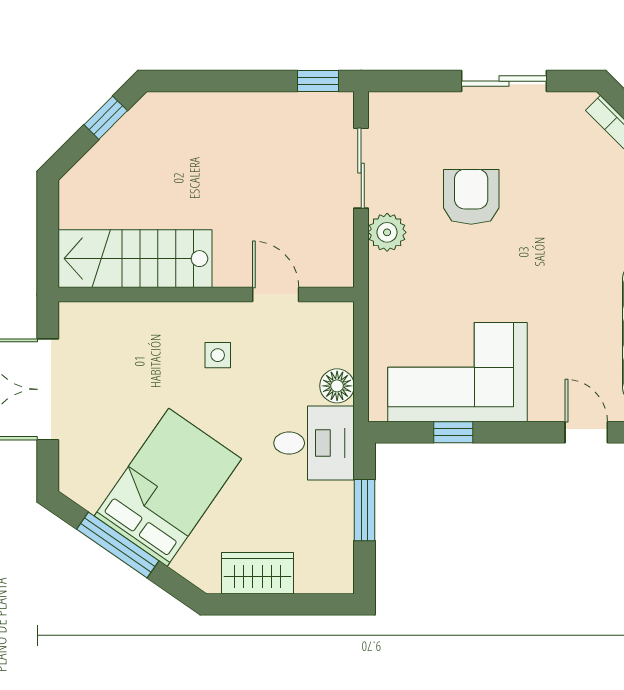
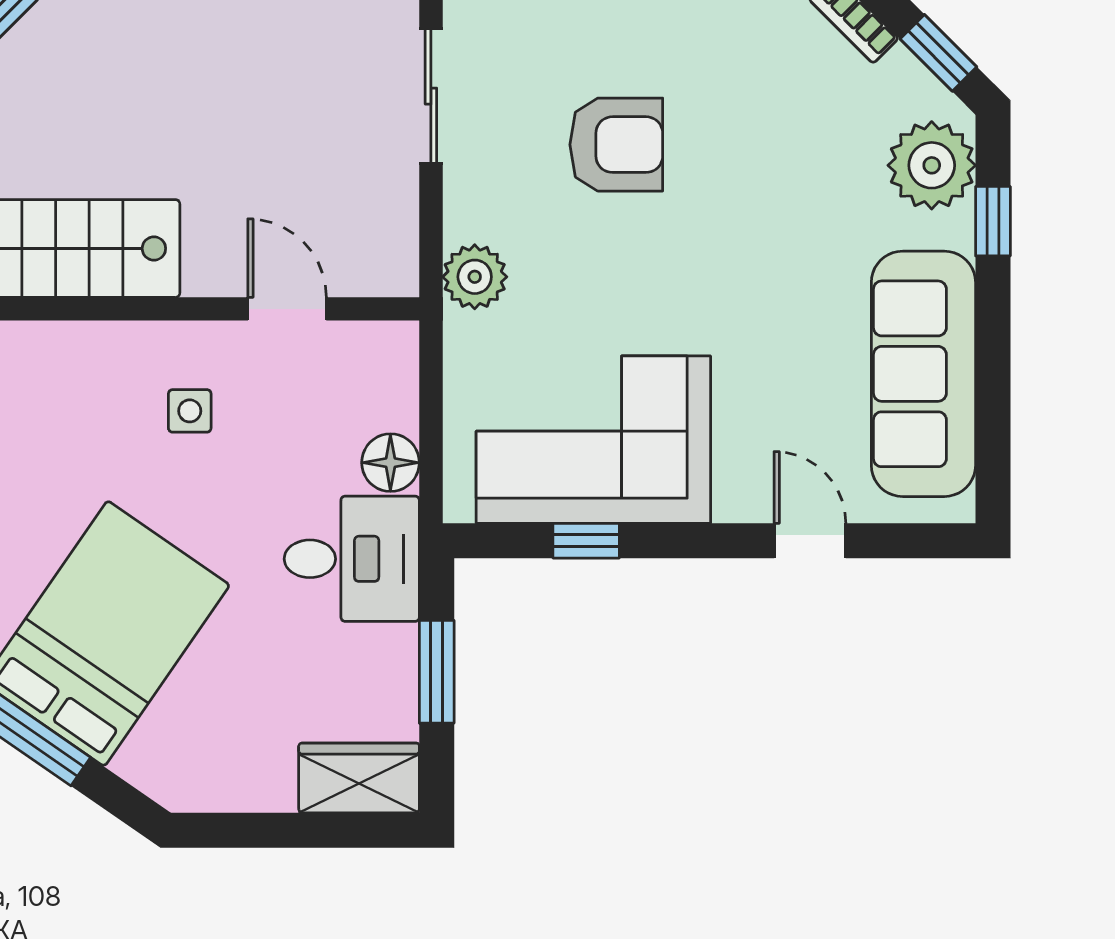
armchair: (471, 197) -> (616, 145), turned 90
plant: (387, 232) -> (475, 277), moved
wardrobe: (257, 573) -> (359, 778), moved

